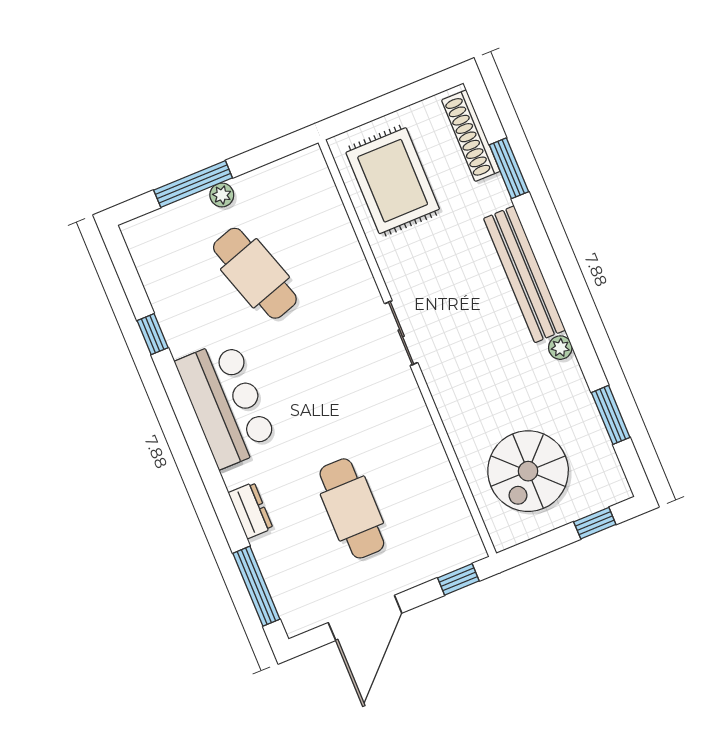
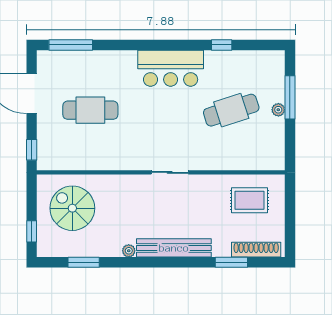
rug: (393, 181) -> (250, 200), width x0.73, depth x0.70
dresser: (250, 510) -> (111, 58), removed

